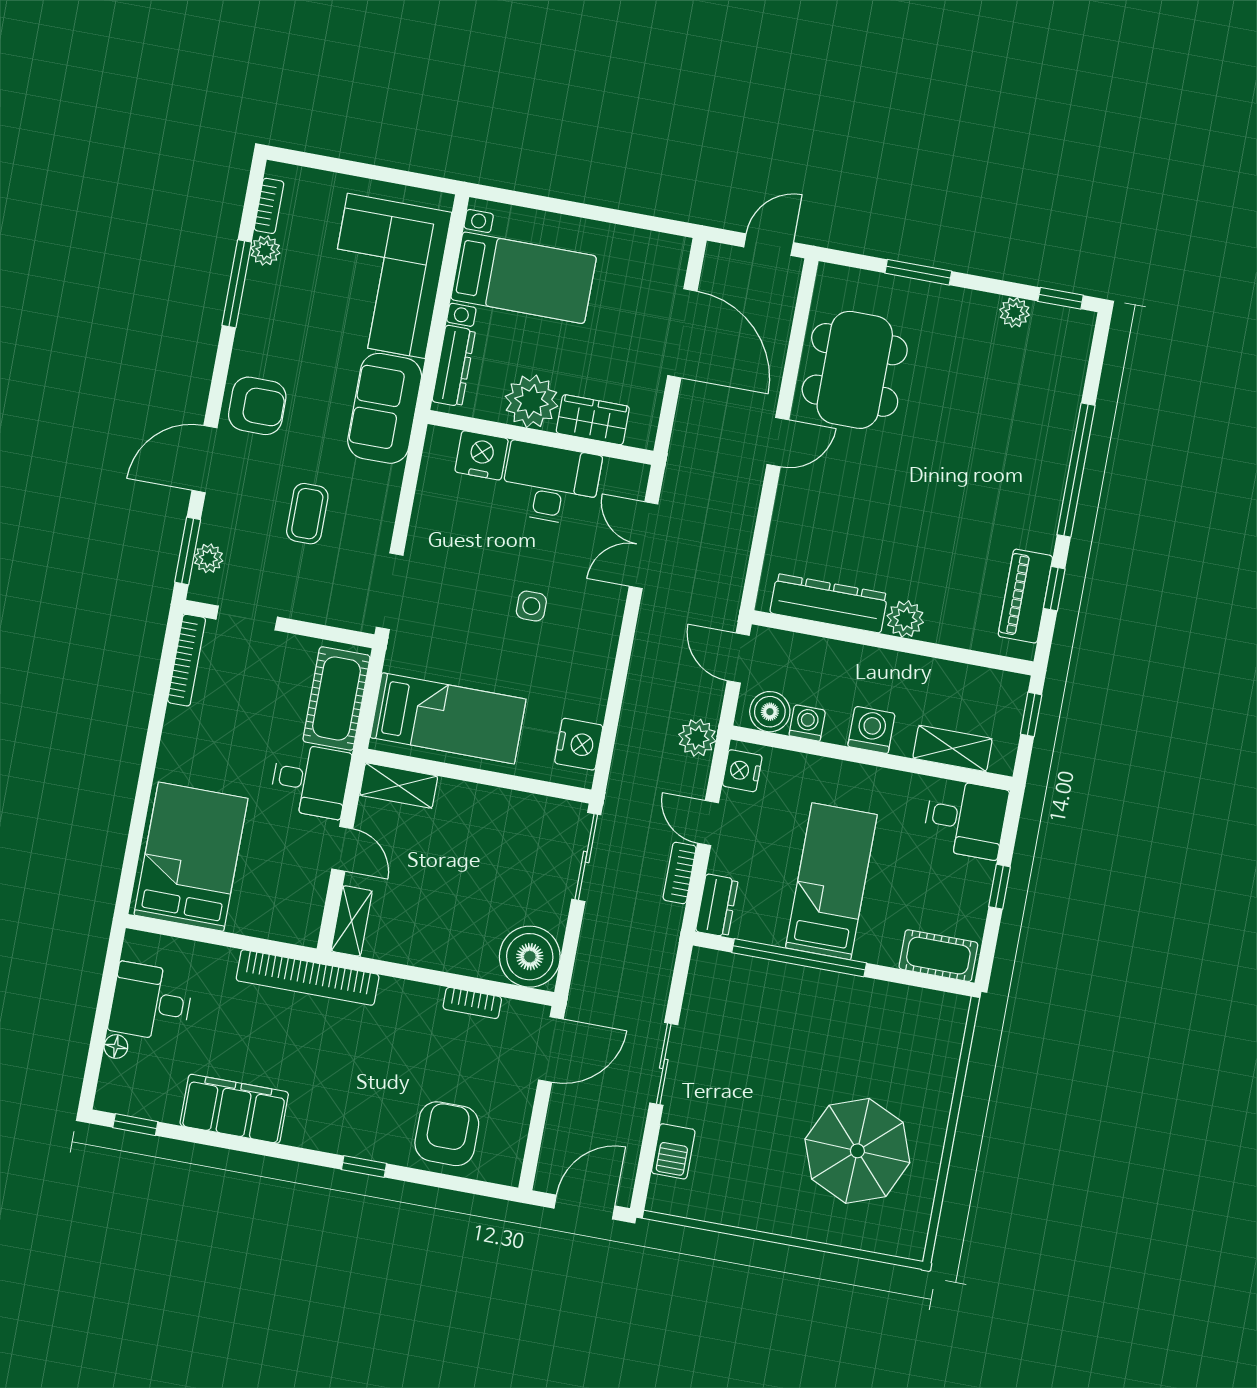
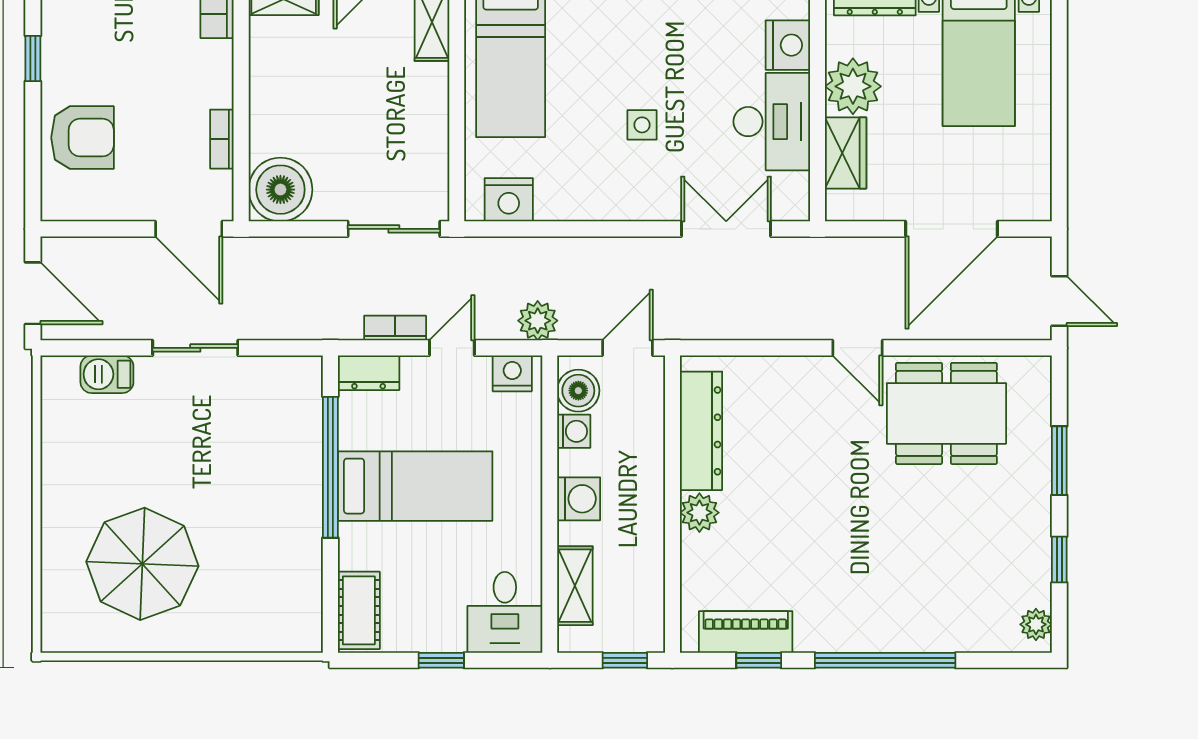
window: (1061, 298) -> (1059, 560), moved
plant: (1015, 312) -> (1036, 624), moved

